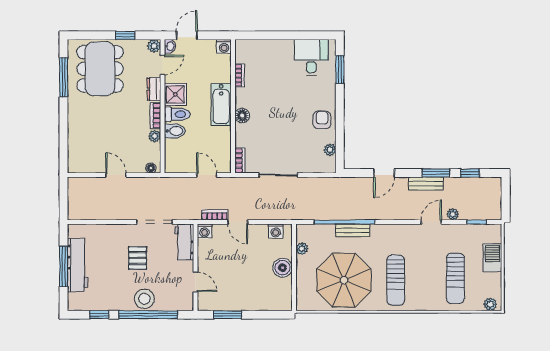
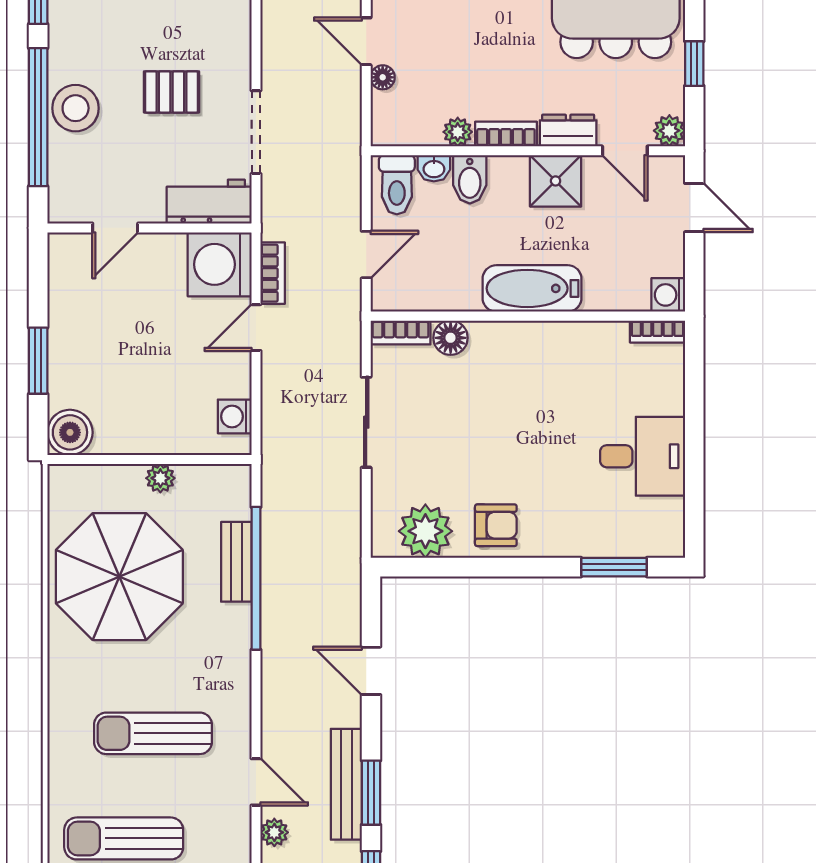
washbasin: (170, 46) -> (434, 168), moved
desk: (311, 57) -> (643, 456), moved
bookcase: (240, 75) -> (658, 332), moved
toilet: (177, 114) -> (397, 185), moved
floor lamp: (242, 115) -> (451, 338), moved
plant: (330, 150) -> (425, 531), width x1.87, depth x1.87
floor lamp: (151, 168) -> (383, 77), moved
door: (116, 175) -> (366, 41), swing flipped
bench: (426, 184) -> (346, 784), width x1.36
bench: (353, 230) -> (236, 562), moved
washing machine: (205, 231) -> (220, 264), width x1.89, depth x1.89
plant: (302, 249) -> (160, 478), moved
boiler: (282, 268) -> (70, 432), moved
sun lounger: (396, 280) -> (153, 733), moved
window: (228, 315) -> (38, 361), moved

